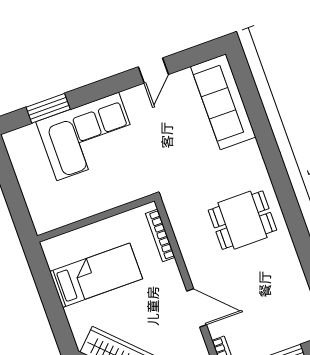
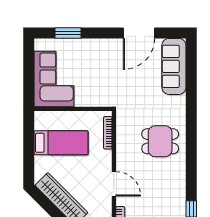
door: (153, 71) -> (139, 33), width x1.87
corner sofa: (88, 136) -> (54, 79), moved, turned -90

